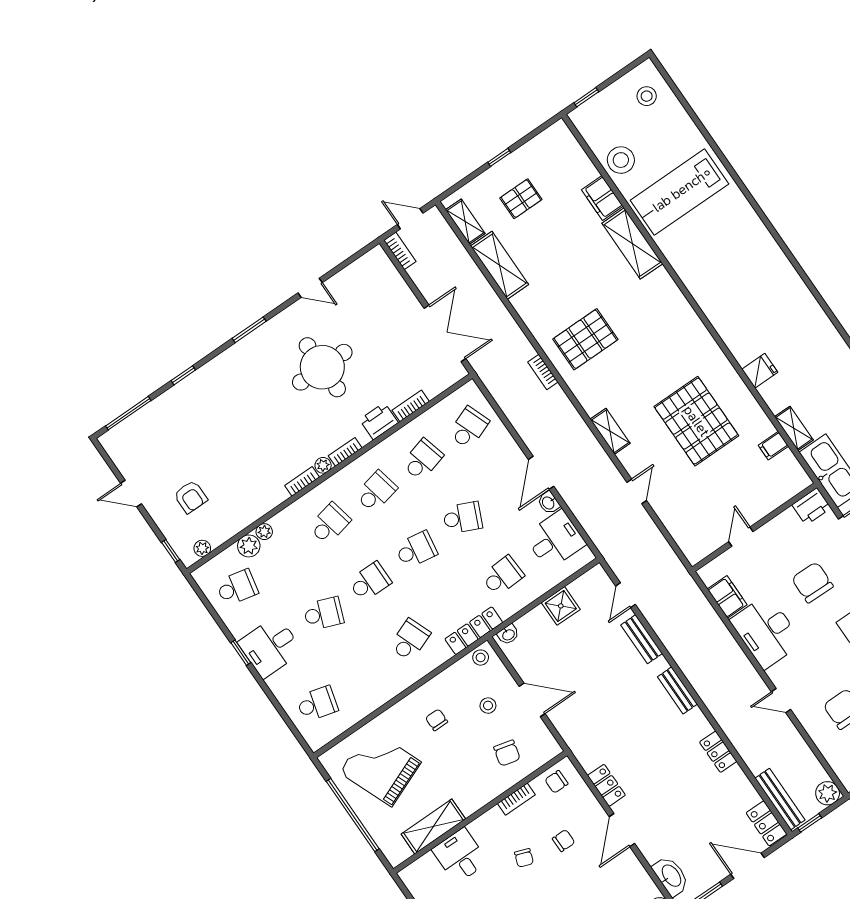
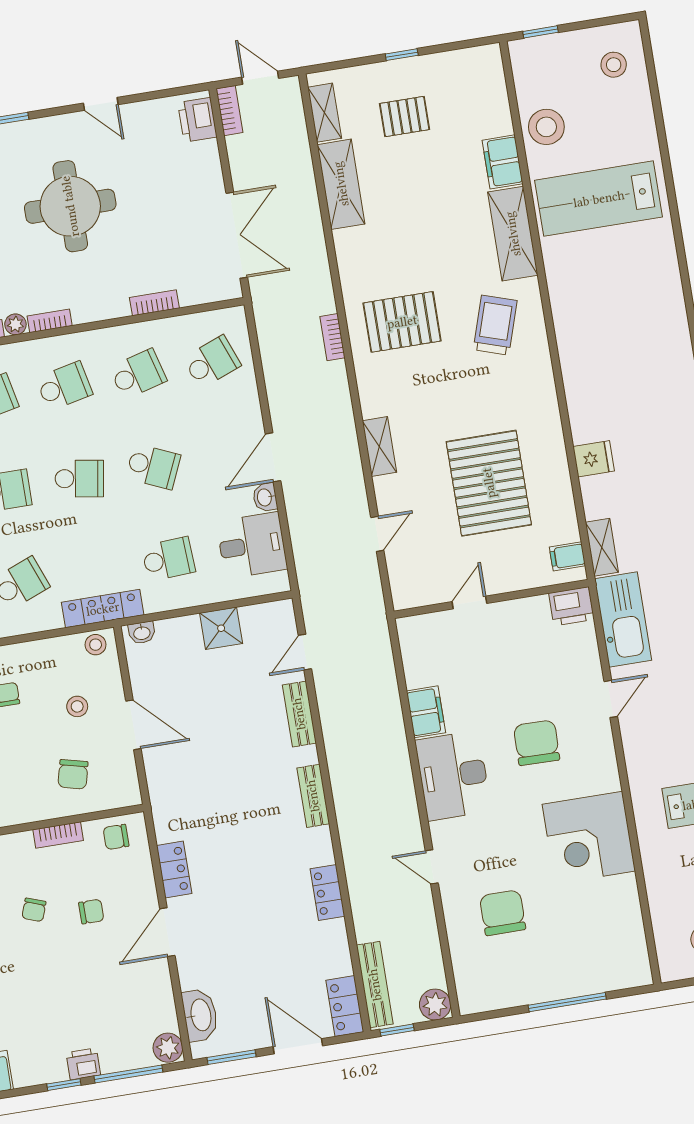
trolley: (650, 311) -> (495, 325), added
printer: (379, 421) -> (197, 120), moved, turned -90
printer: (811, 506) -> (571, 606), moved
wall: (755, 527) -> (491, 599), moved
door: (741, 537) -> (469, 603), moved

